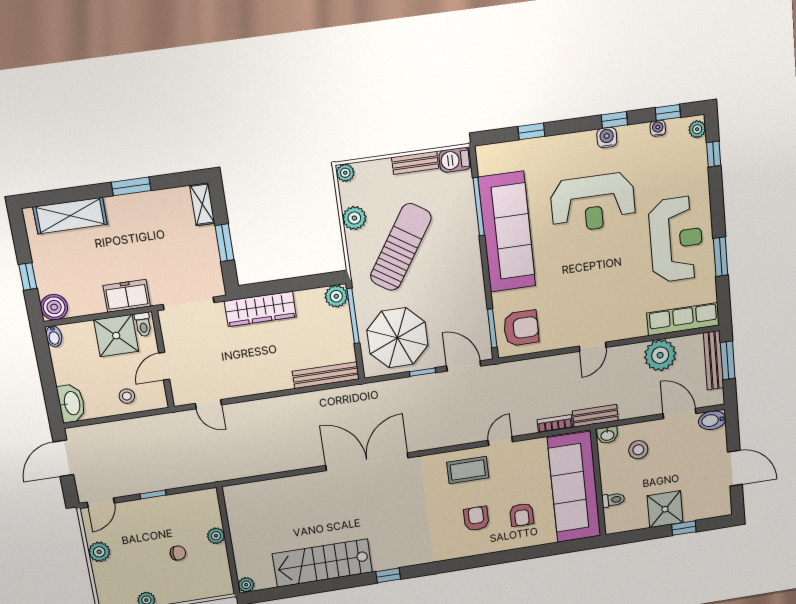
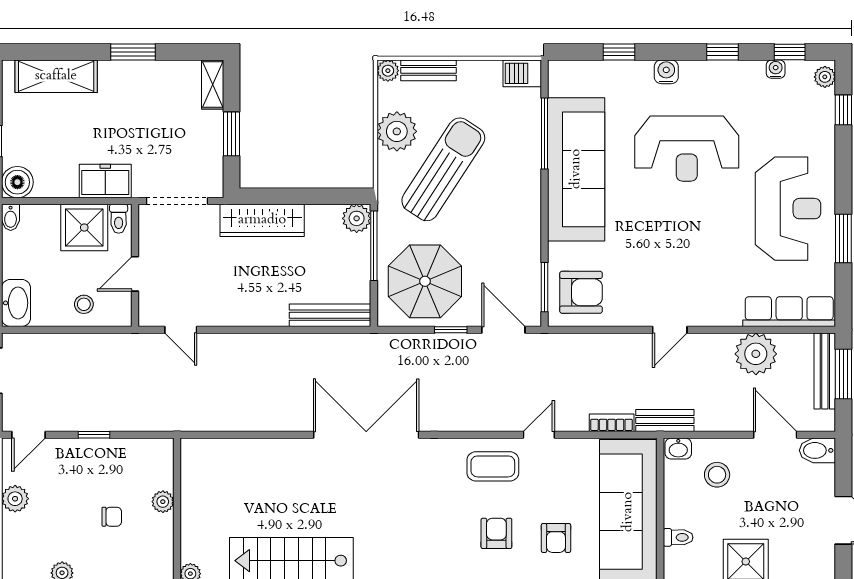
water cooler: (607, 138) -> (666, 72), moved
bench: (415, 163) -> (428, 70), moved
plant: (354, 218) -> (397, 131), width x1.36, depth x1.36

